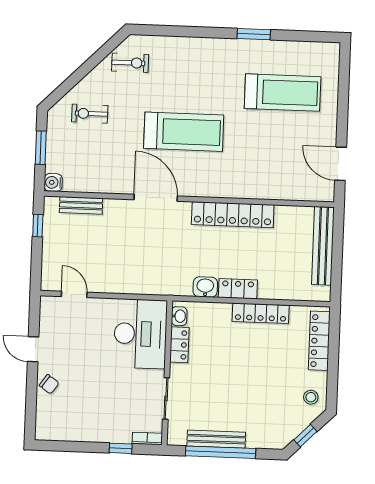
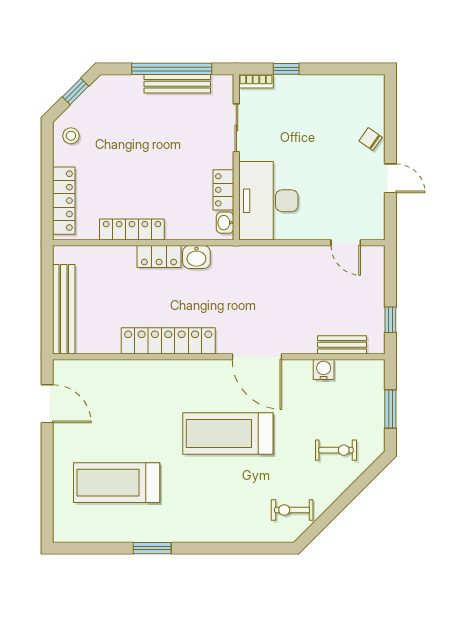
water cooler: (53, 182) -> (324, 370), moved, turned -90

